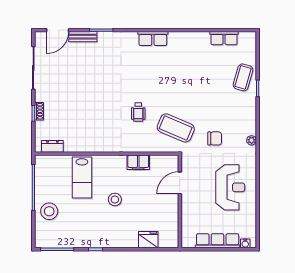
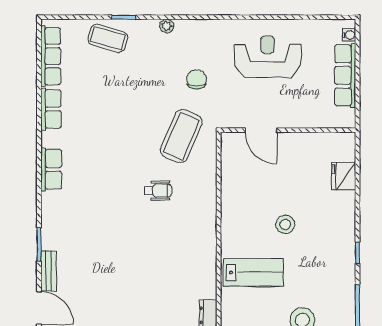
row of seats: (194, 38) -> (51, 109), added
row of seats: (224, 38) -> (51, 56), width x1.48
plant: (252, 140) -> (167, 26), moved
filing cabinet: (138, 162) -> (231, 191), removed

